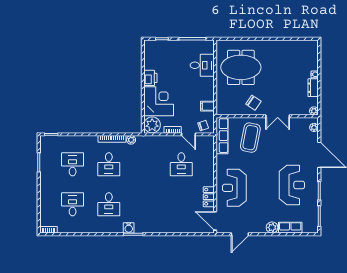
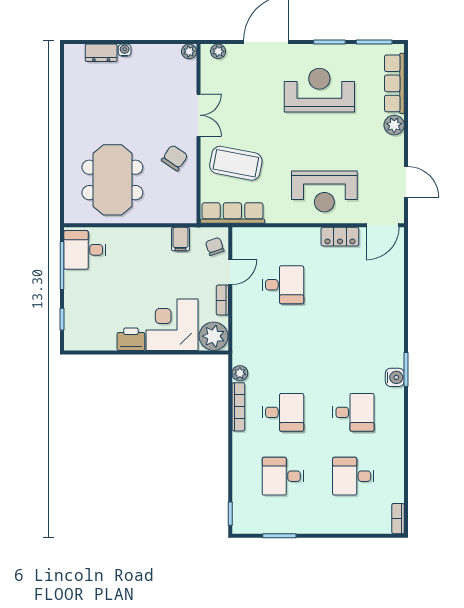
desk: (202, 65) -> (85, 250), moved, turned -90
dresser: (313, 88) -> (101, 53), moved
row of seats: (290, 228) -> (394, 83), width x1.48

